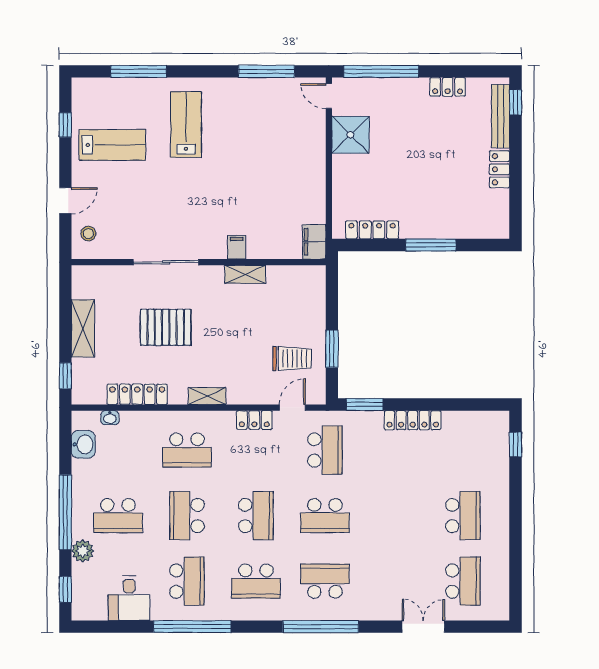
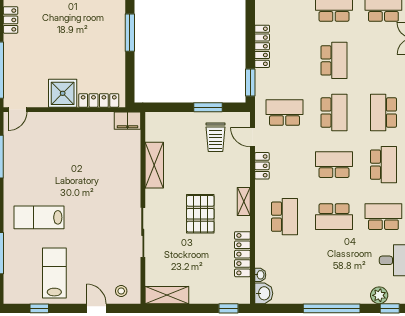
shower: (350, 135) -> (63, 93), moved
locker: (372, 230) -> (99, 100), moved, turned 90
filing cabinet: (237, 247) -> (131, 179), removed
shelving: (245, 274) -> (154, 165), width x1.50, depth x1.33
pallet: (166, 327) -> (200, 214), moved
shelving: (83, 328) -> (167, 295), moved
trolley: (292, 359) -> (215, 137), turned 180
washbasin: (83, 444) -> (264, 293), moved, turned 90
school desk: (118, 516) -> (334, 60), moved
plant: (83, 551) -> (379, 295), moved

